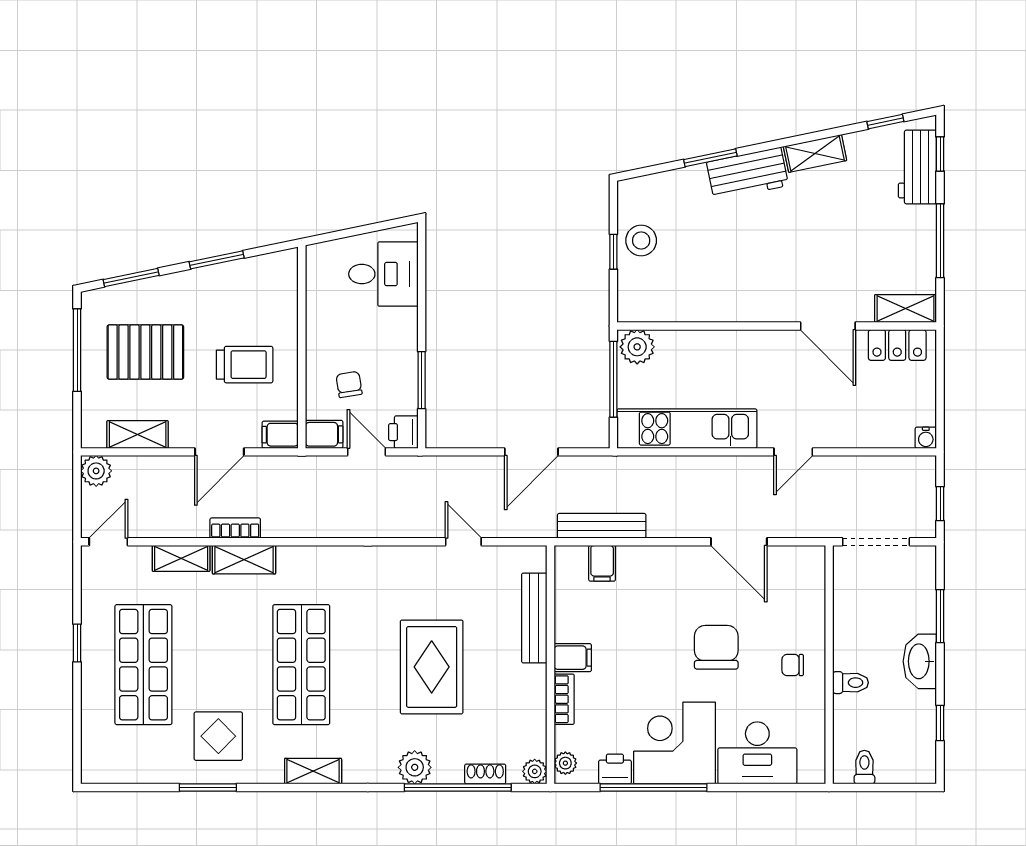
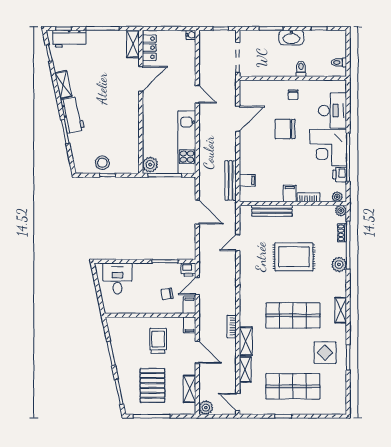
bookcase: (235, 528) -> (232, 327), moved

